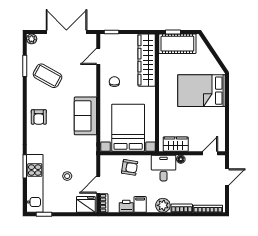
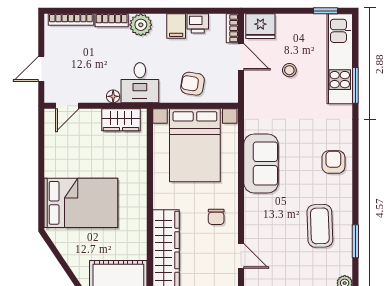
door: (98, 56) -> (241, 256), hinge flipped
coffee table: (48, 76) -> (320, 226), turned 59
door: (98, 185) -> (241, 57), hinge flipped

